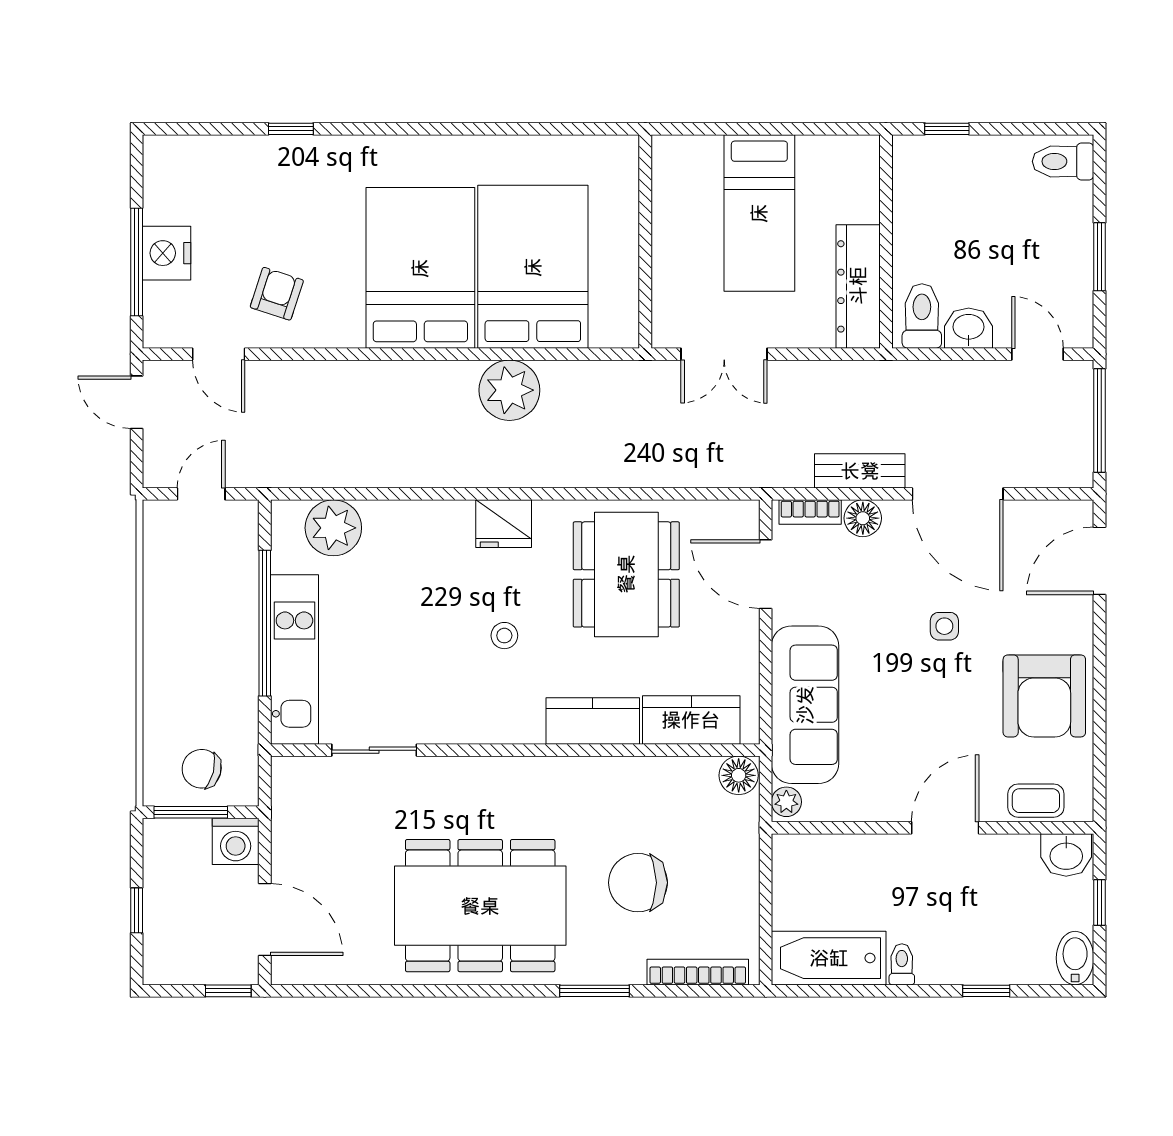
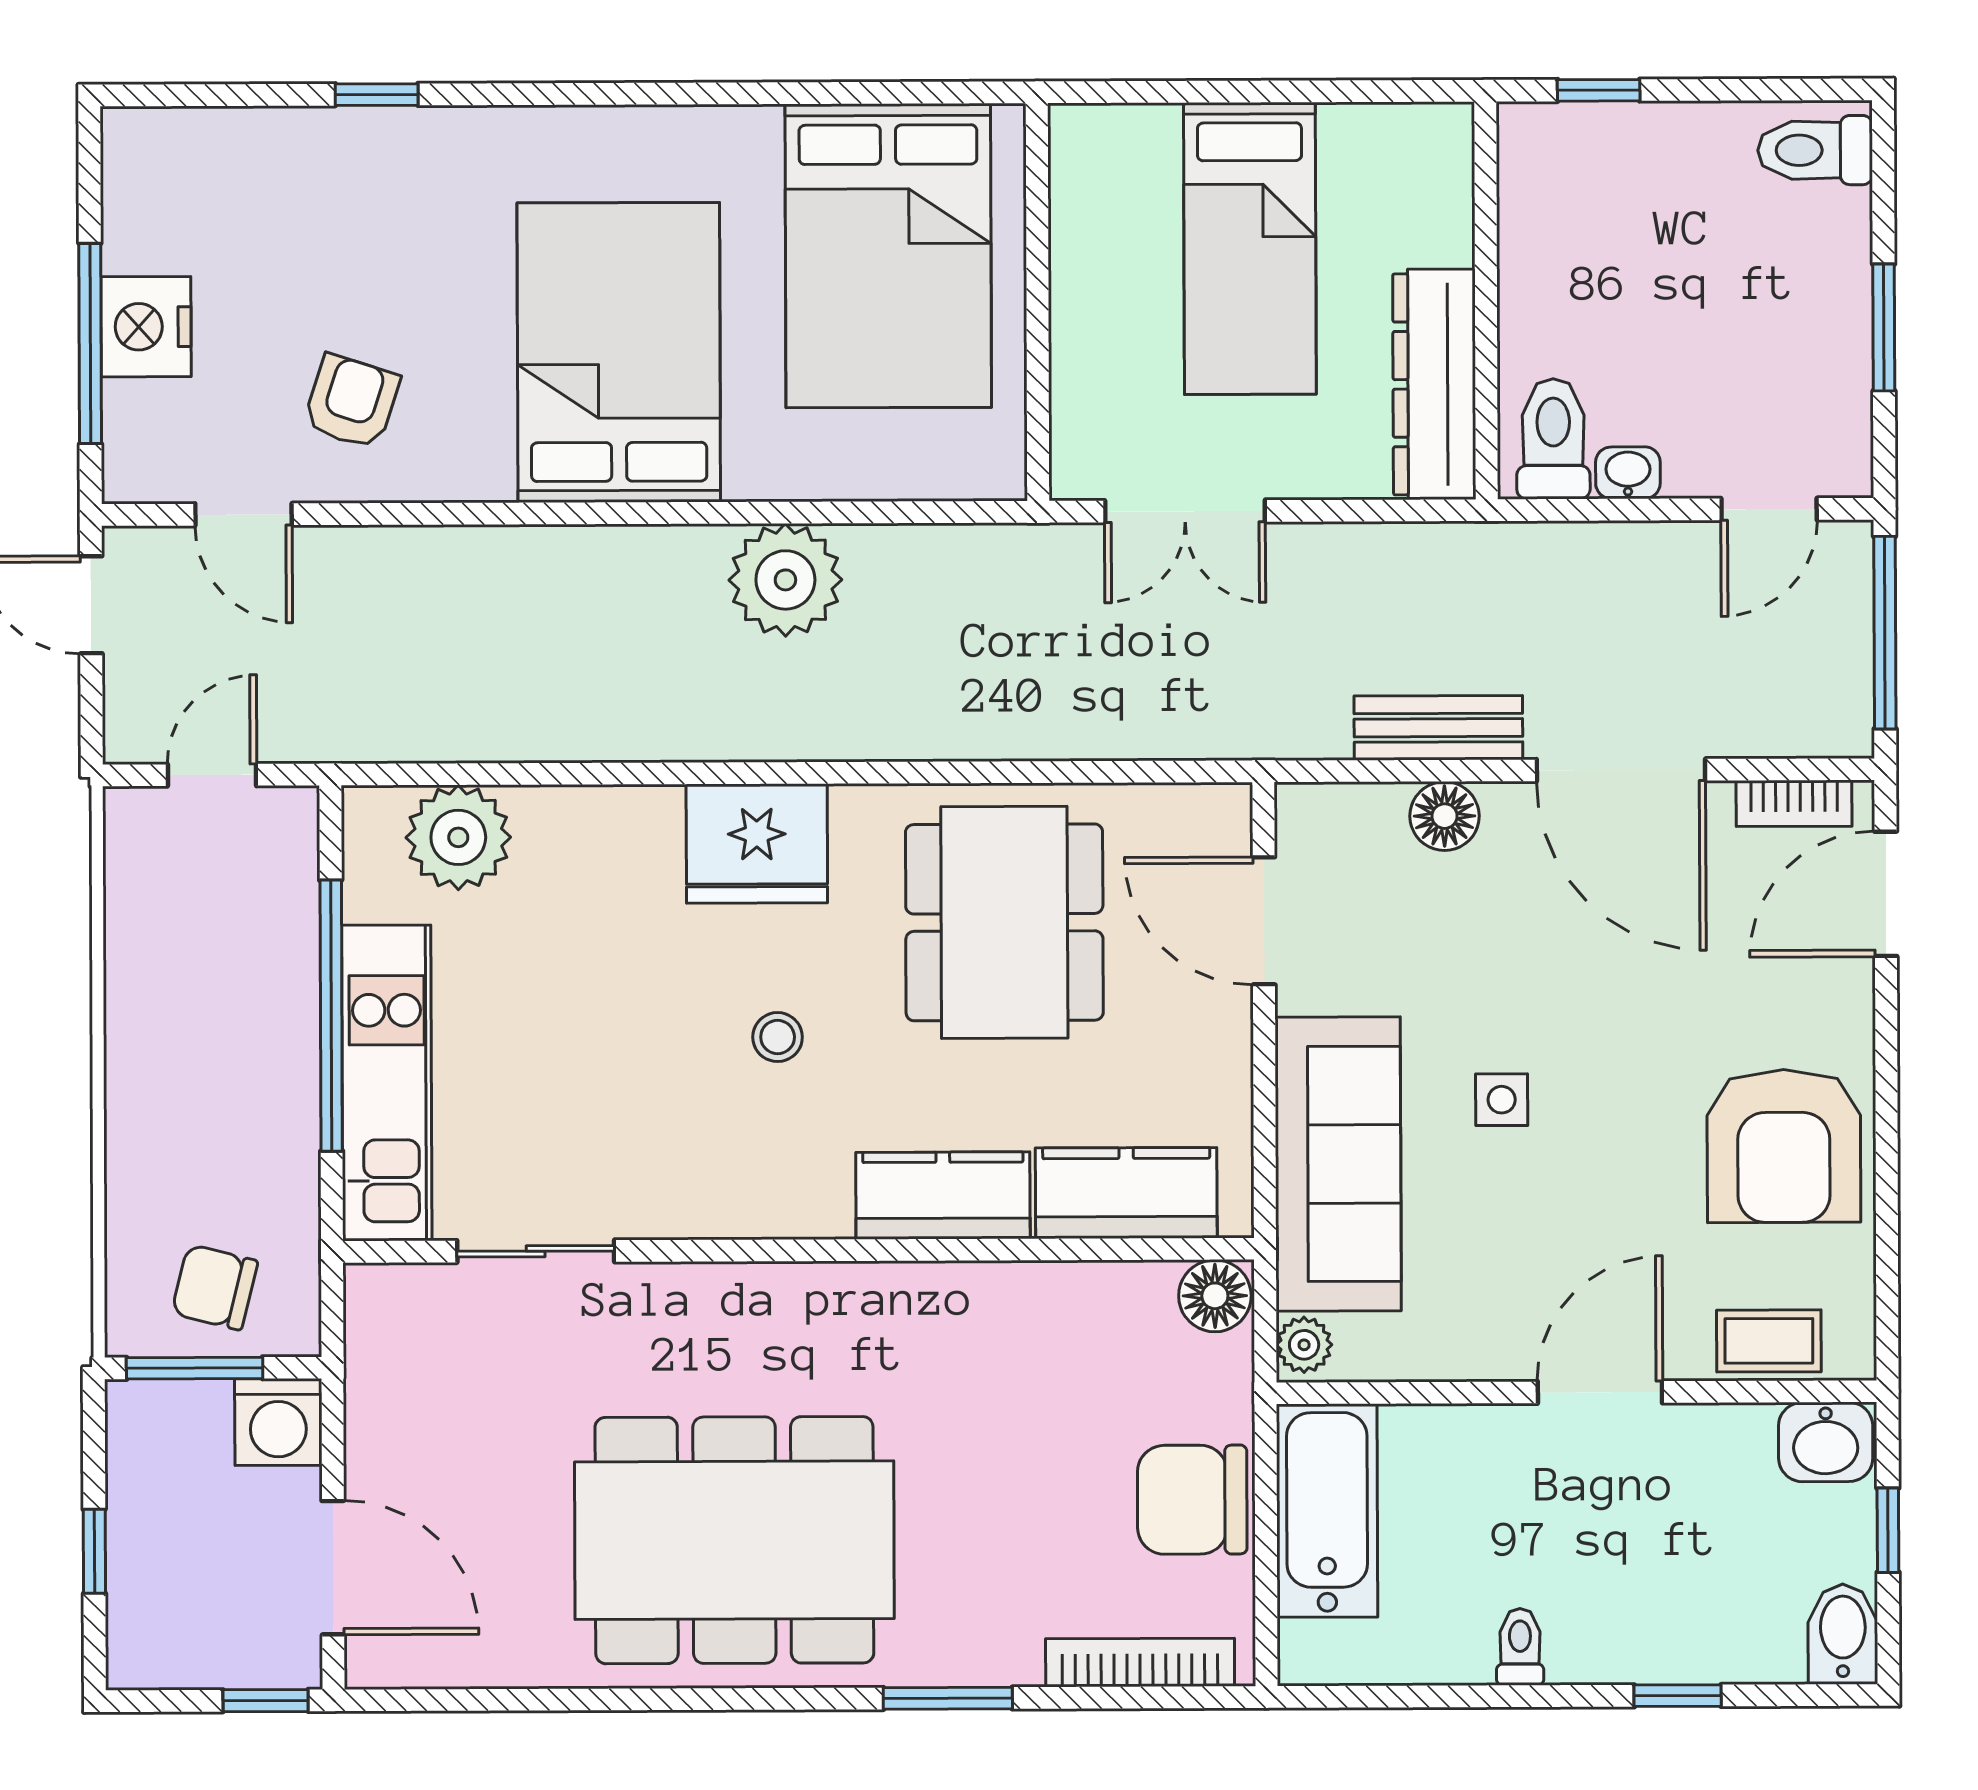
bed: (533, 267) -> (888, 256), moved, turned 180
washbasin: (969, 328) -> (1628, 473), width x0.72, depth x0.69
door: (1038, 354) -> (1769, 509), swing flipped
bookcase: (810, 512) -> (1794, 803), moved
fridge: (504, 524) -> (757, 844), width x1.36, depth x1.34
side table: (944, 626) -> (1502, 1100), moved
chair: (638, 883) -> (1192, 1500), moved
bathtub: (829, 958) -> (1327, 1511), moved, turned 90

